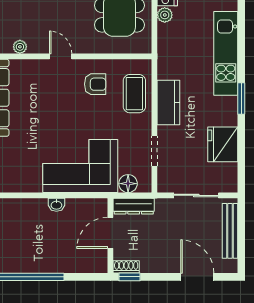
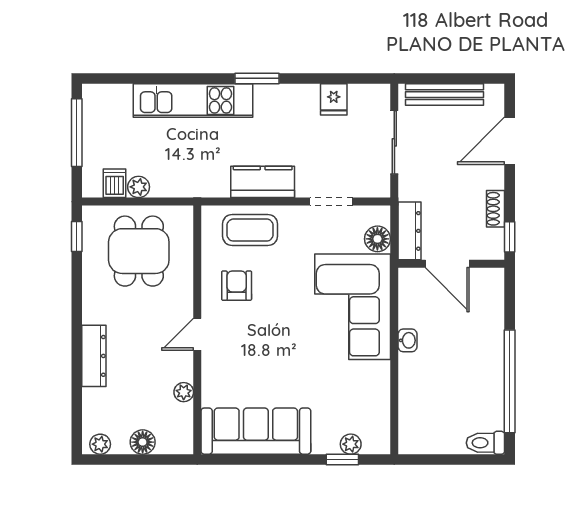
fridge: (223, 144) -> (334, 99), width x0.53, depth x0.75
shoe rack: (126, 267) -> (496, 209), moved

